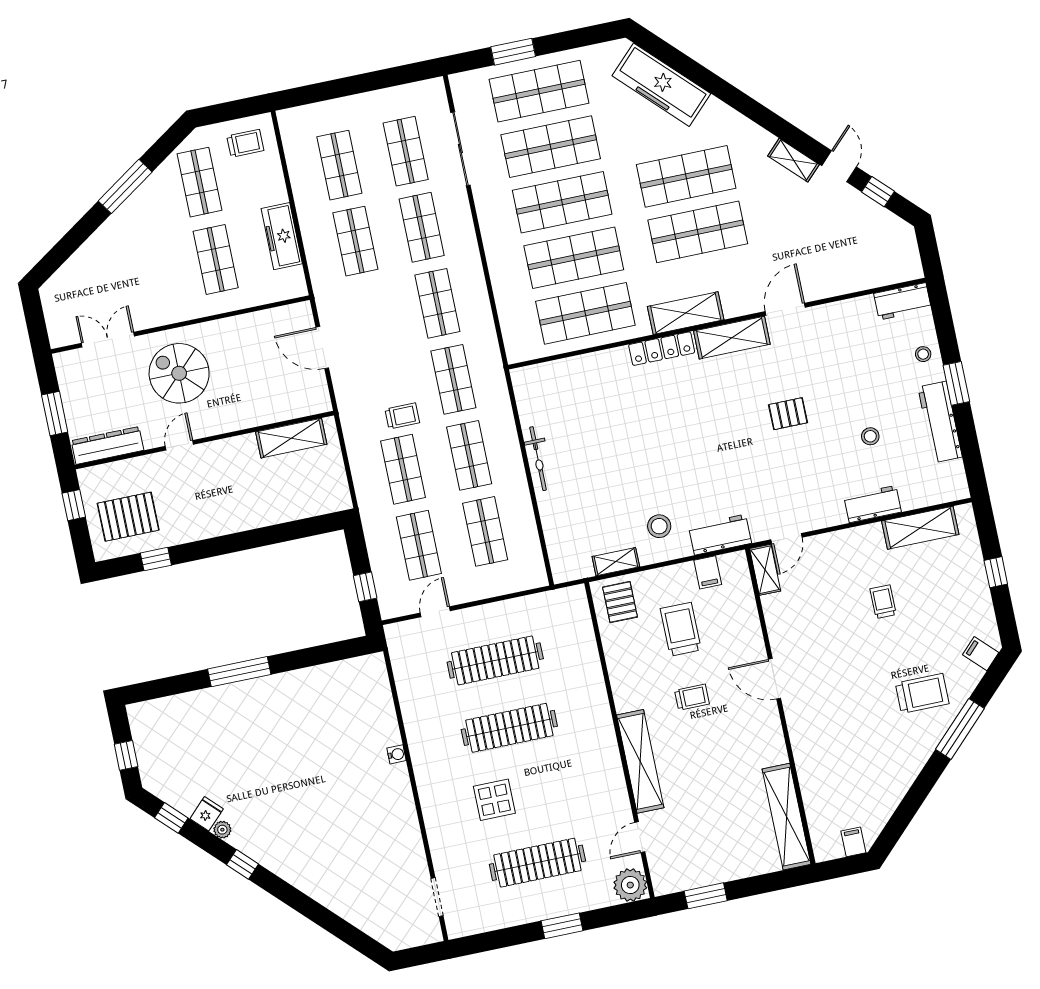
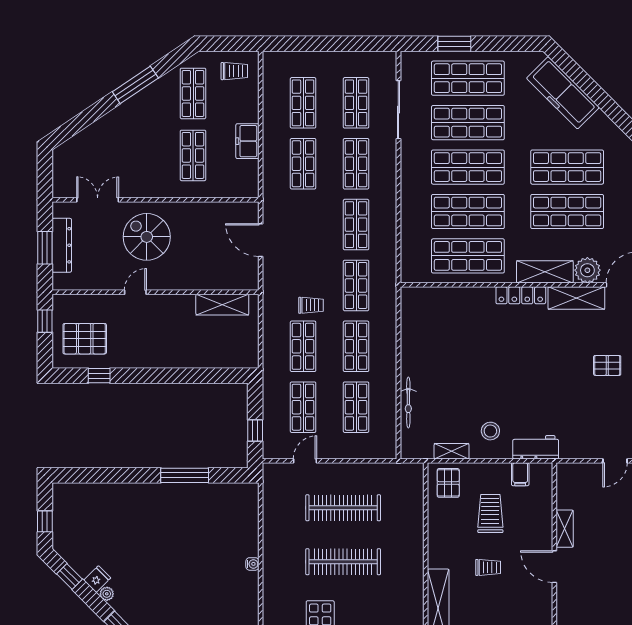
freezer: (282, 236) -> (247, 141), width x0.71
plant: (738, 300) -> (587, 270), added
dresser: (107, 445) -> (62, 245), moved, turned 90
bicycle: (538, 459) -> (408, 402), moved
door: (786, 538) -> (615, 461), moved
shelving: (765, 570) -> (565, 529), moved
window: (239, 672) -> (185, 475), moved

